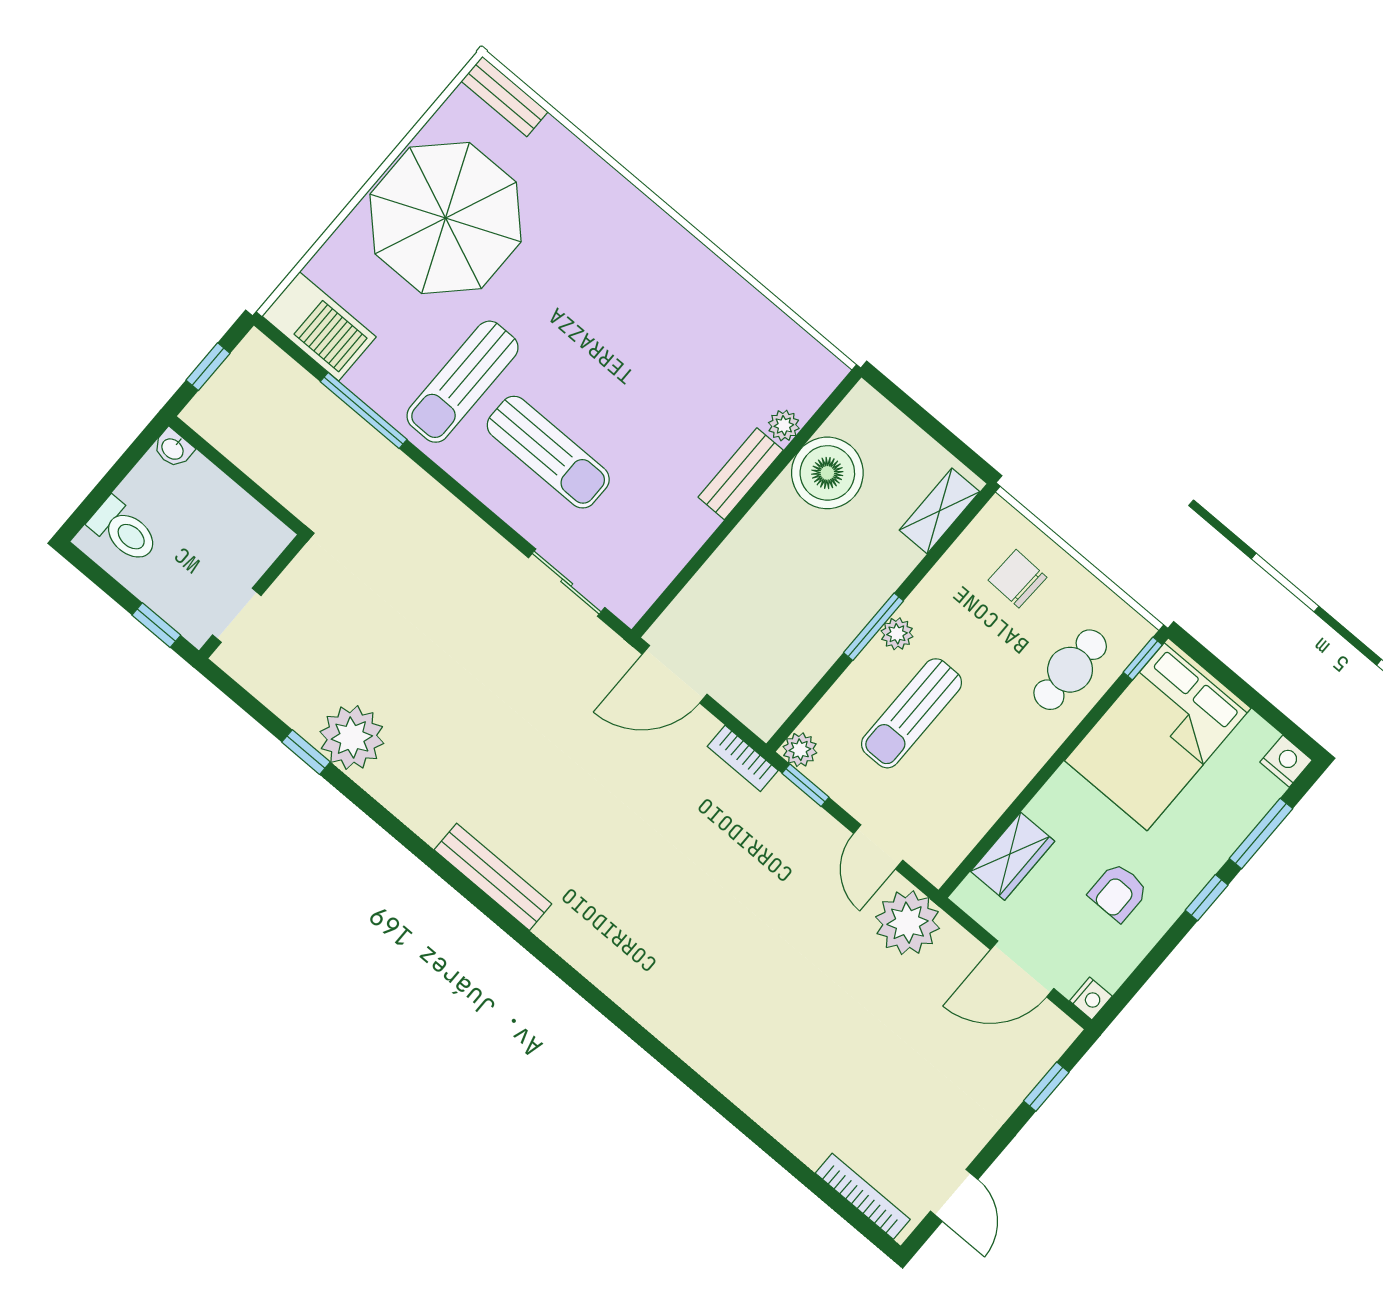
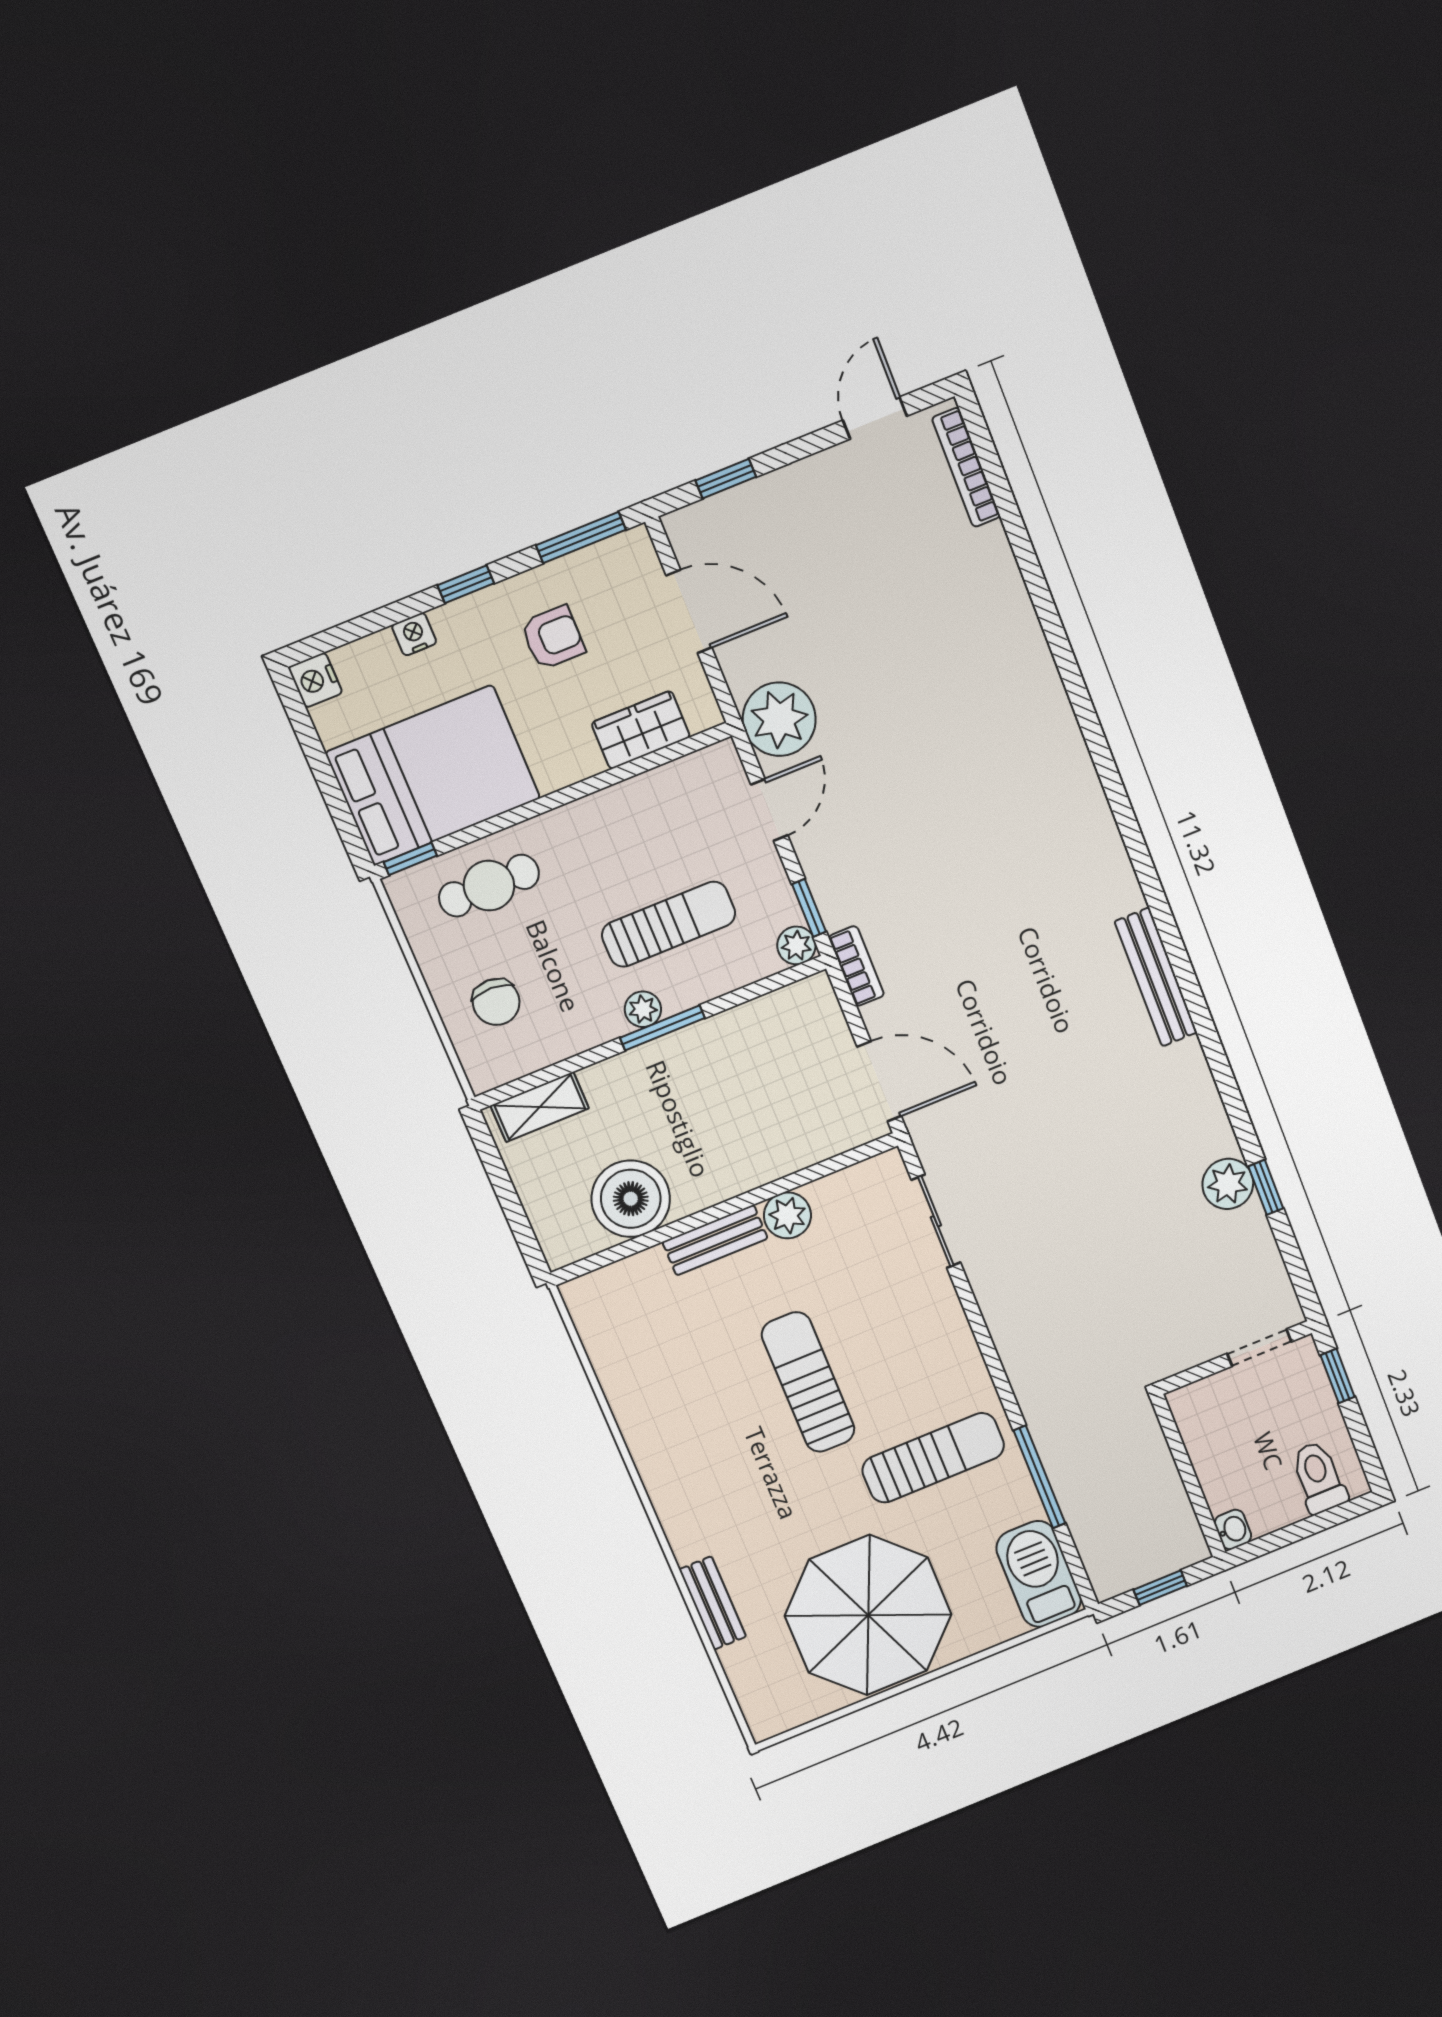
bench: (505, 96) -> (713, 1603), moved
plant: (784, 425) -> (787, 1215), moved, width x1.38, depth x1.38
sun lounger: (548, 452) -> (808, 1382), moved
plant: (352, 738) -> (1228, 1184), width x0.73, depth x0.73
window: (1261, 833) -> (581, 537), moved
nightstand: (1091, 998) -> (414, 634), moved

